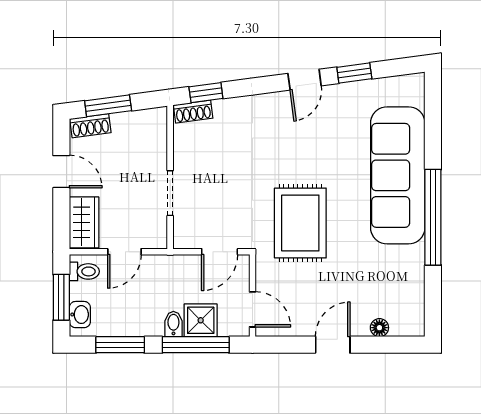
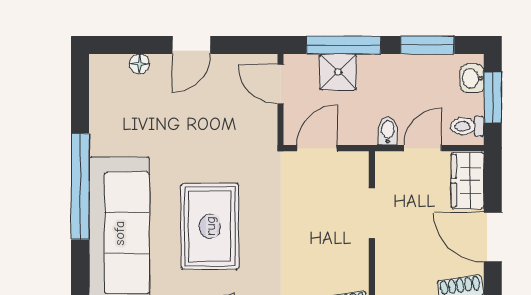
door: (61, 172) -> (493, 237), width x1.38
rug: (300, 223) -> (210, 226), moved
bidet: (173, 324) -> (388, 131), moved, turned 180

